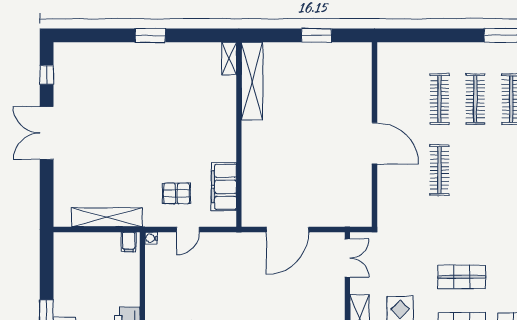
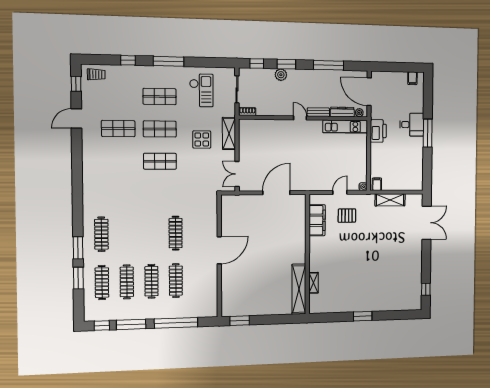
window: (316, 35) -> (240, 321), moved
window: (439, 35) -> (176, 323), added
shelving: (229, 58) -> (313, 283), moved
double door: (47, 133) -> (427, 223), moved
door: (374, 143) -> (219, 250), swing flipped
shelving: (107, 217) -> (390, 200), width x0.68

